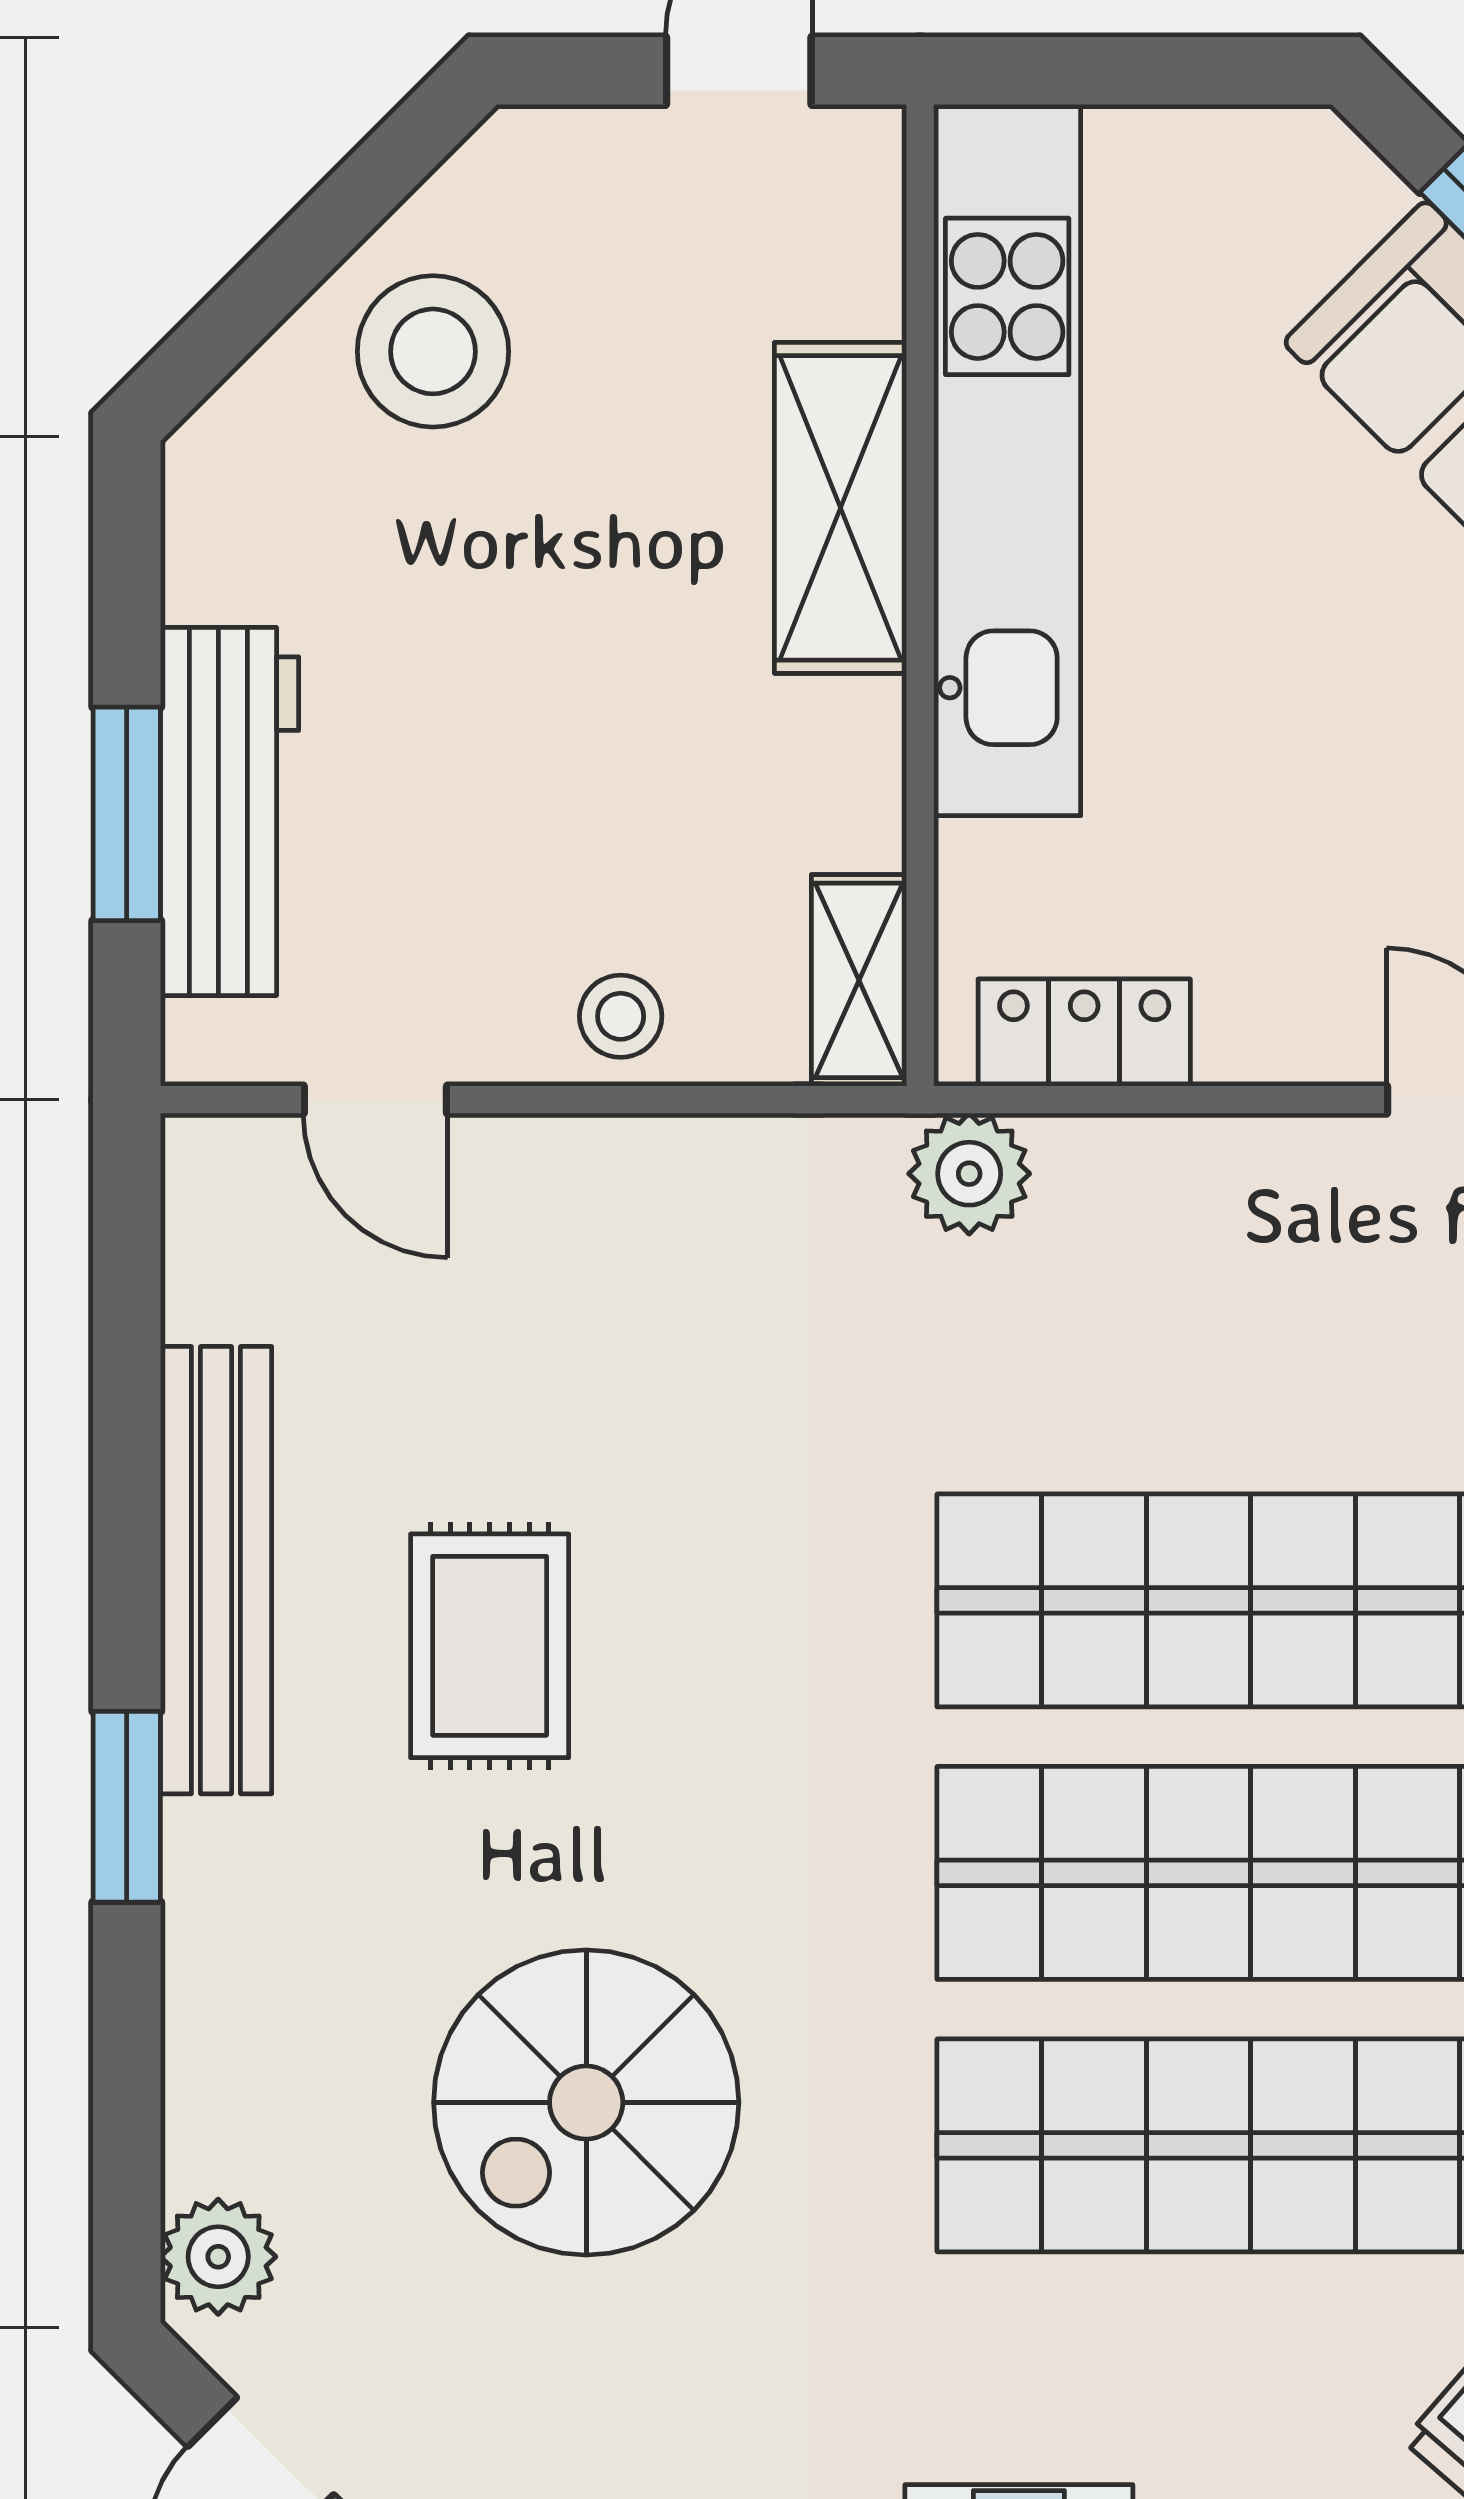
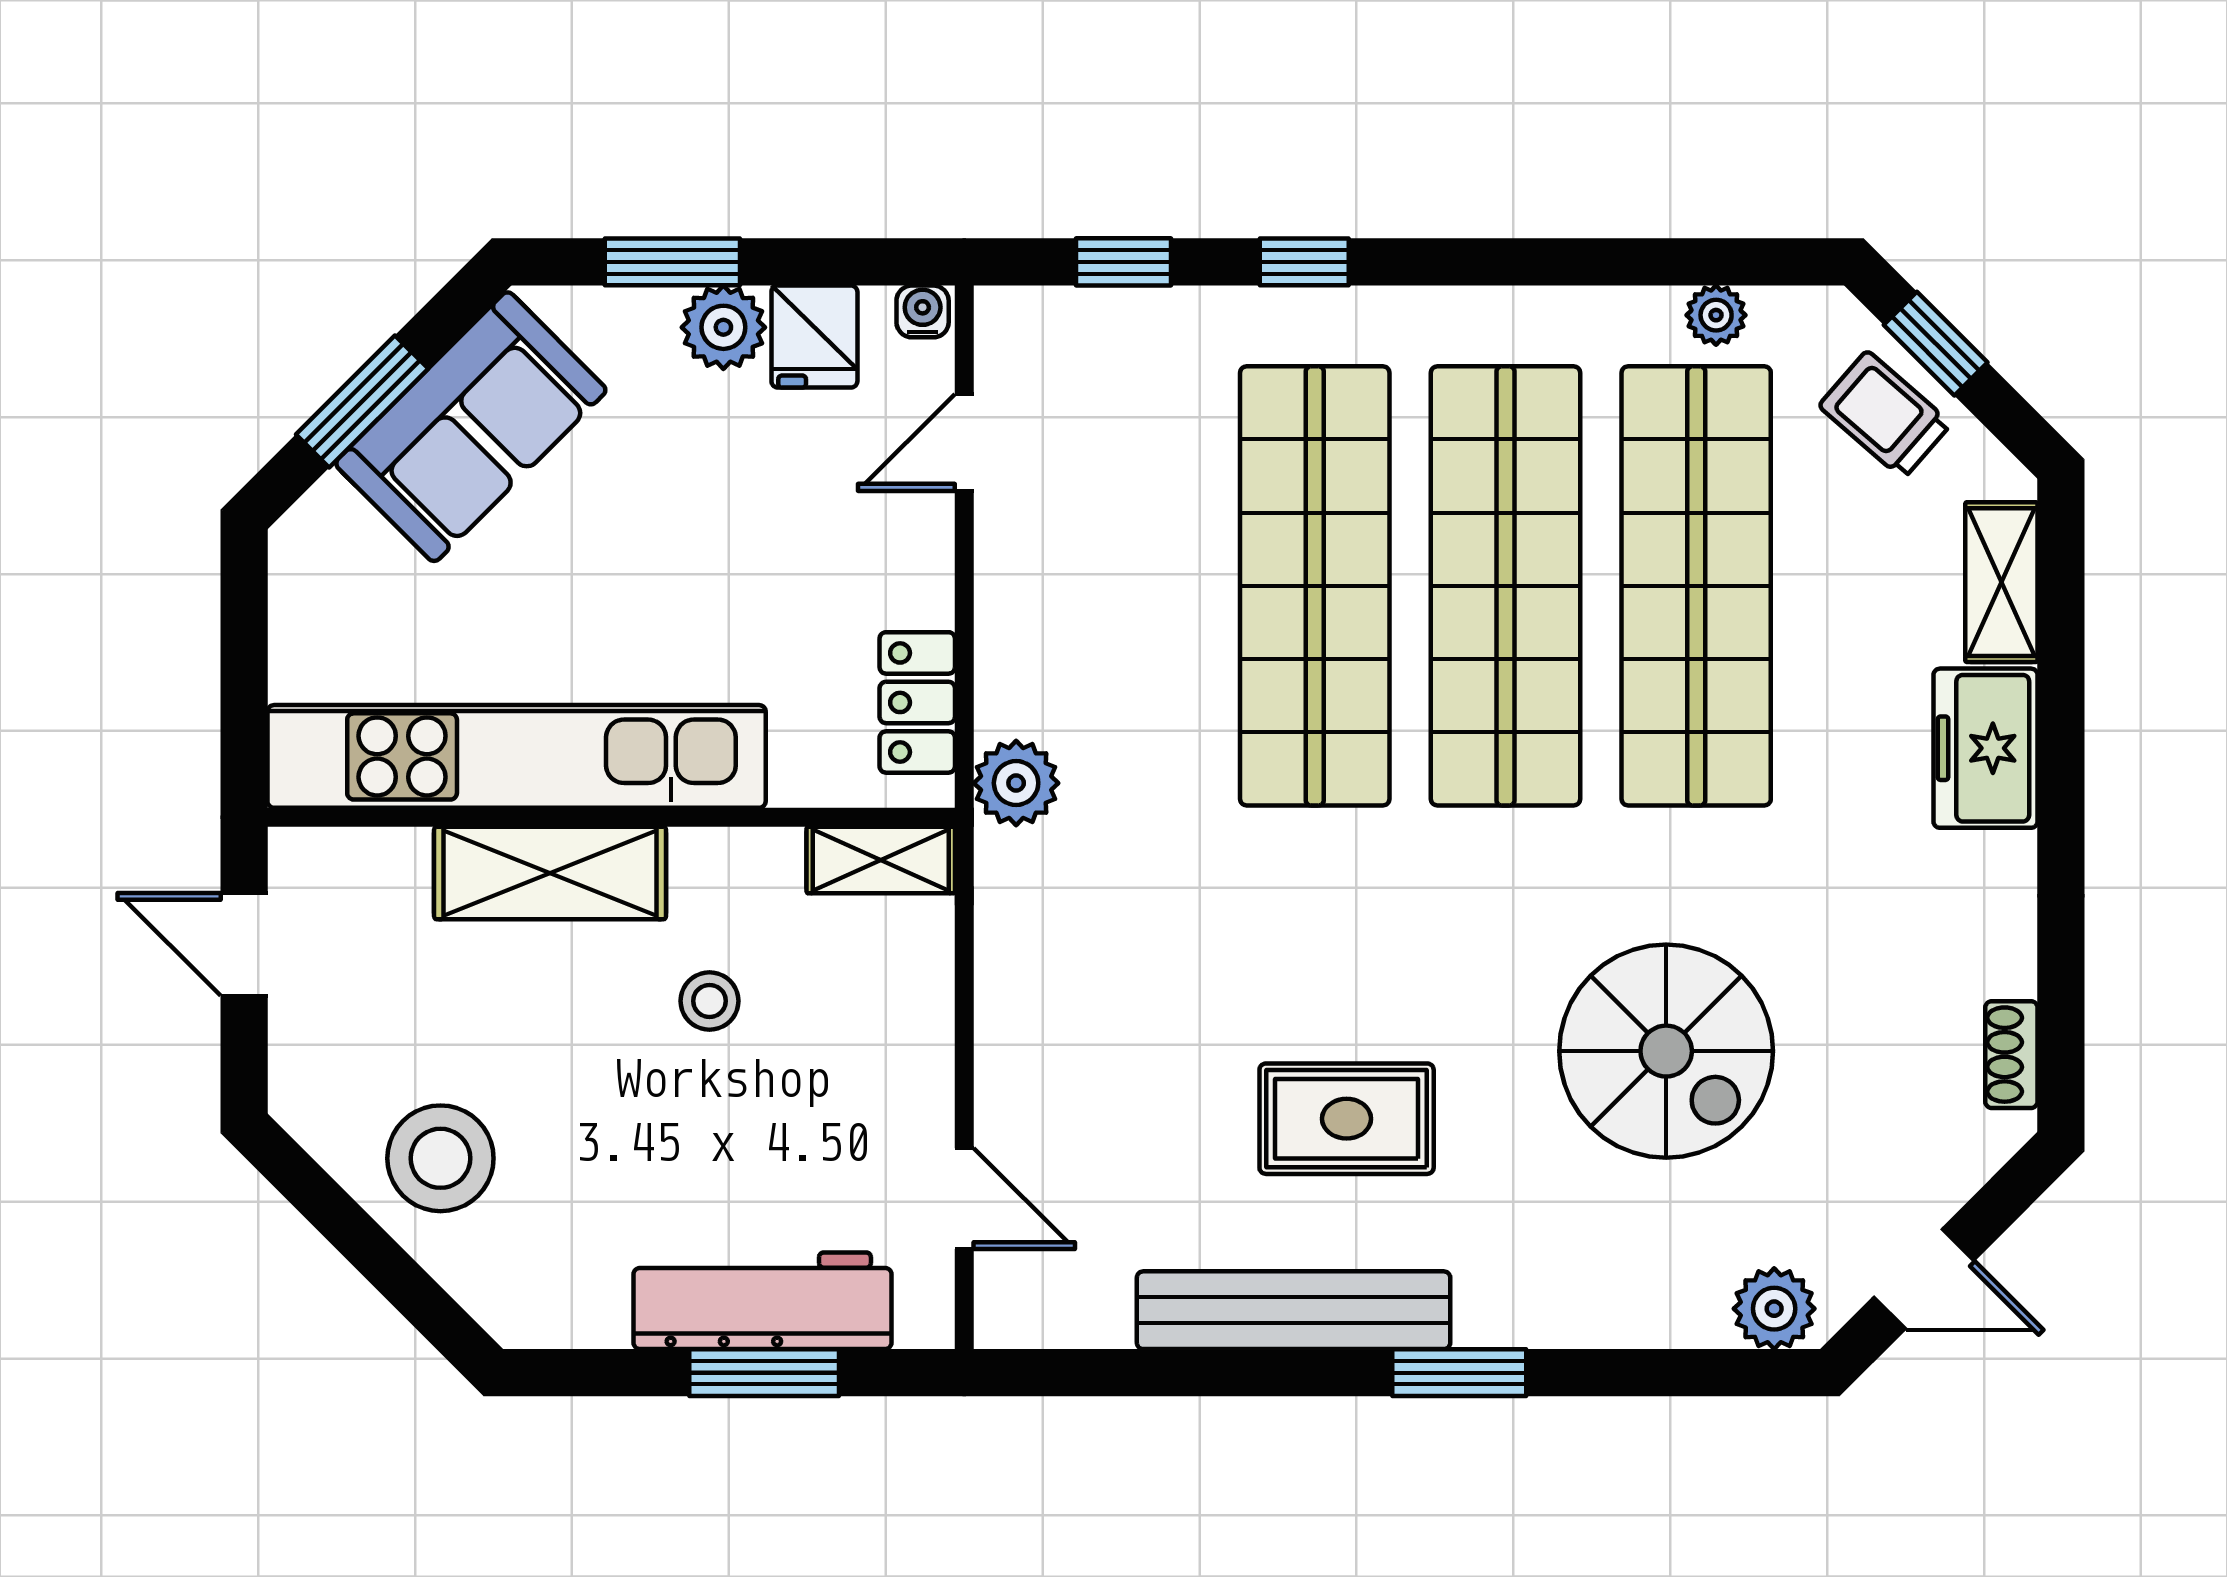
stool: (621, 1016) -> (709, 1001), moved
door: (375, 1100) -> (964, 1199), hinge flipped

